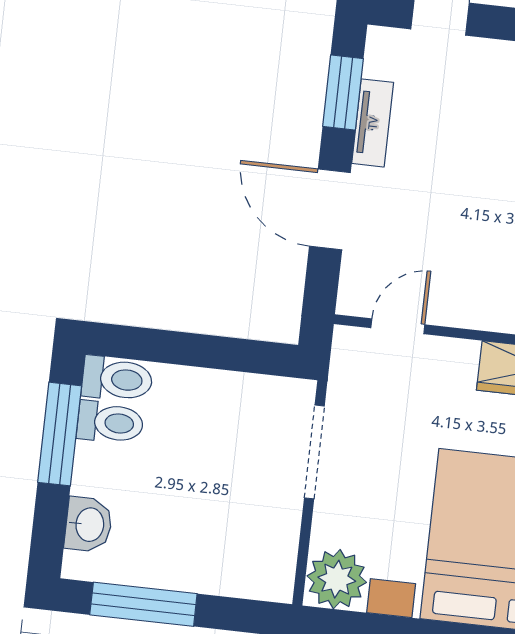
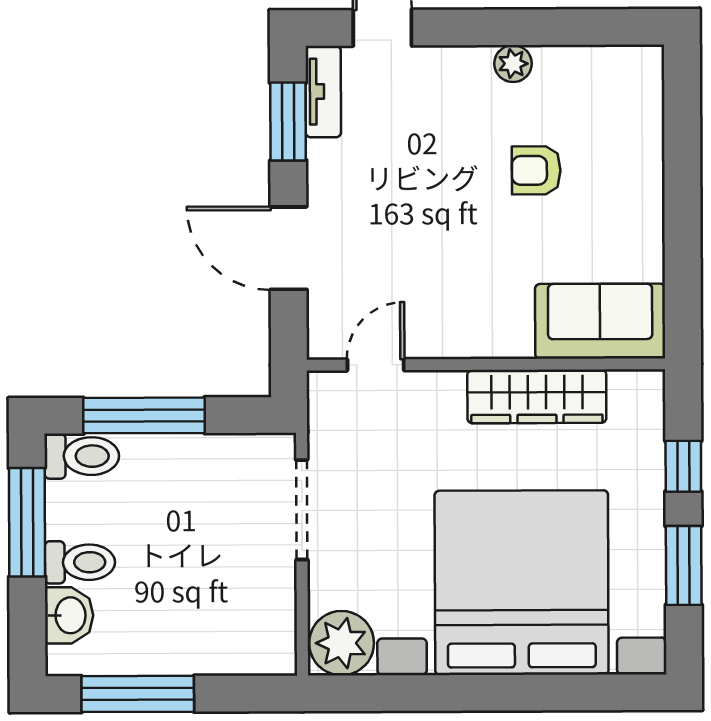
tv unit: (373, 123) -> (323, 92), moved
window: (179, 348) -> (144, 415), added
toilet: (110, 422) -> (80, 562), moved

